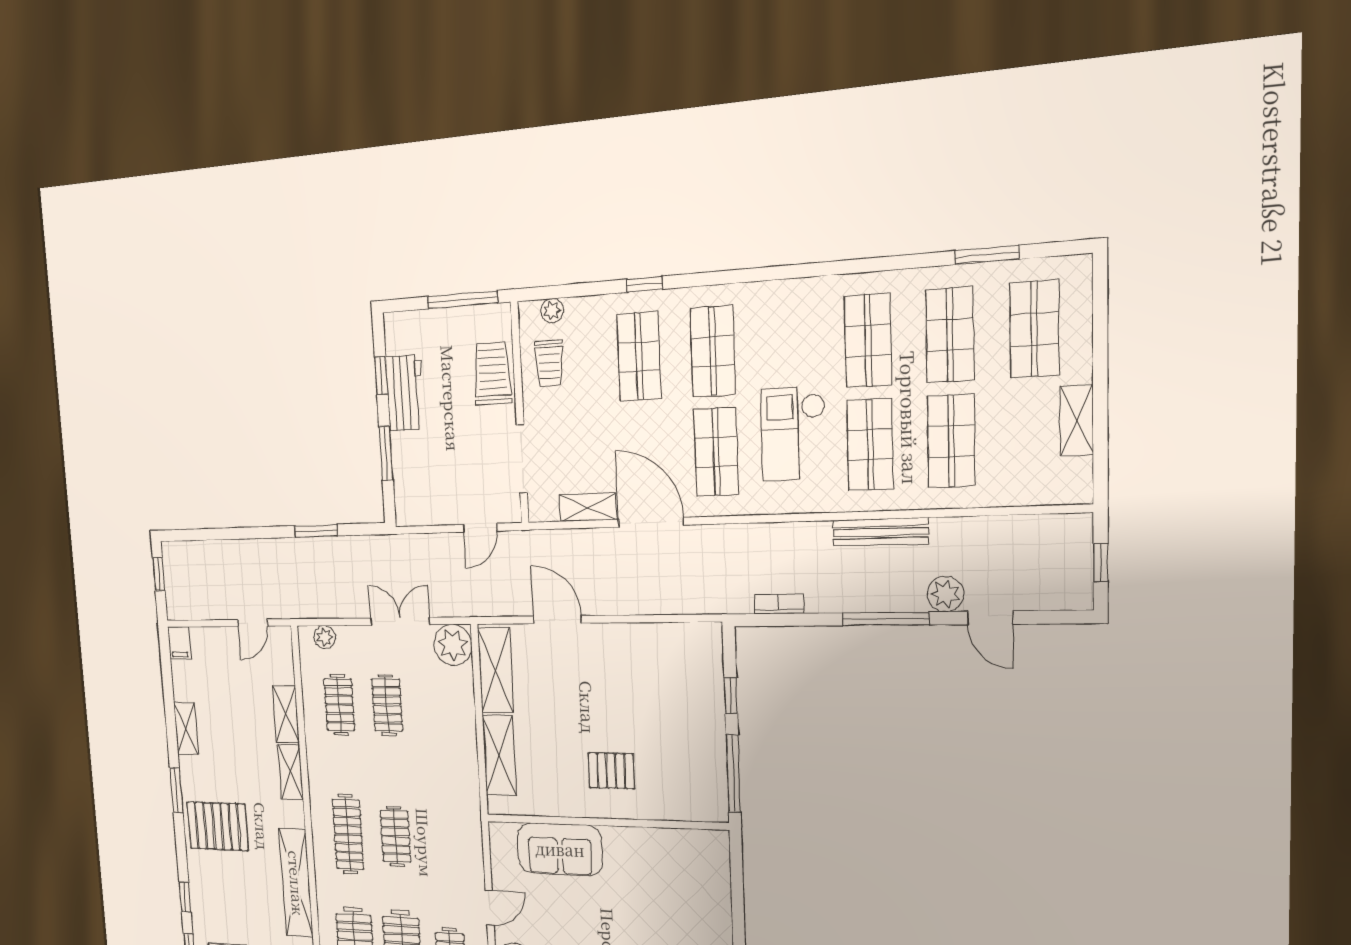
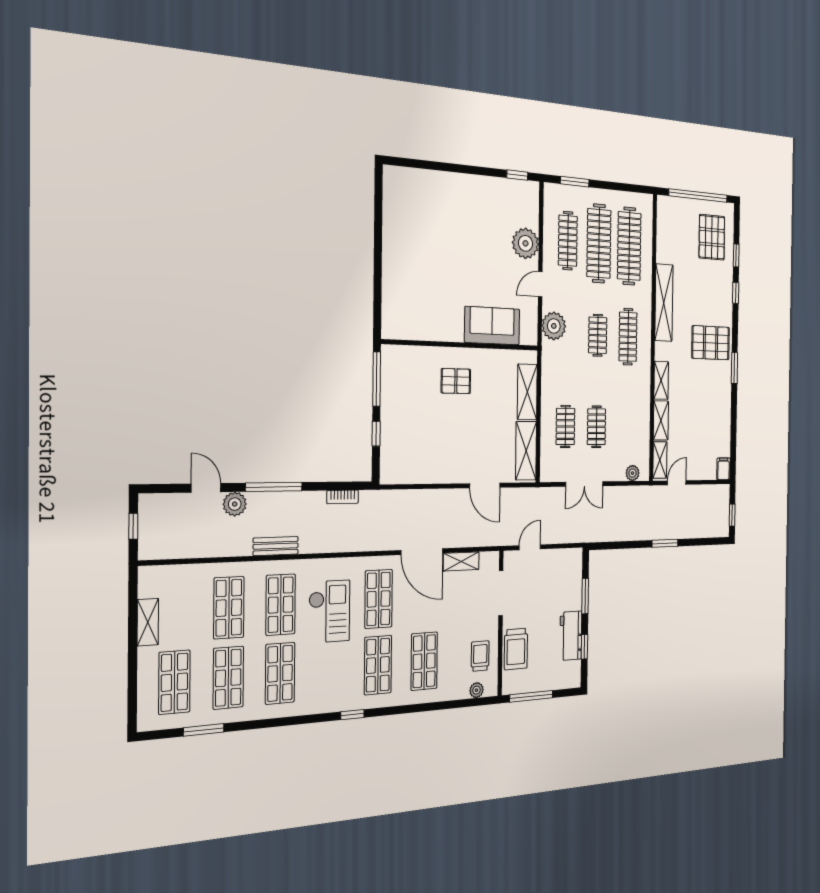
window: (644, 284) -> (352, 715), moved
window: (316, 531) -> (665, 543), moved
bench: (881, 532) -> (276, 546), width x0.73
plant: (453, 645) -> (554, 326), moved
clothes rail: (339, 705) -> (565, 426), moved
shelving: (186, 728) -> (660, 460), moved

